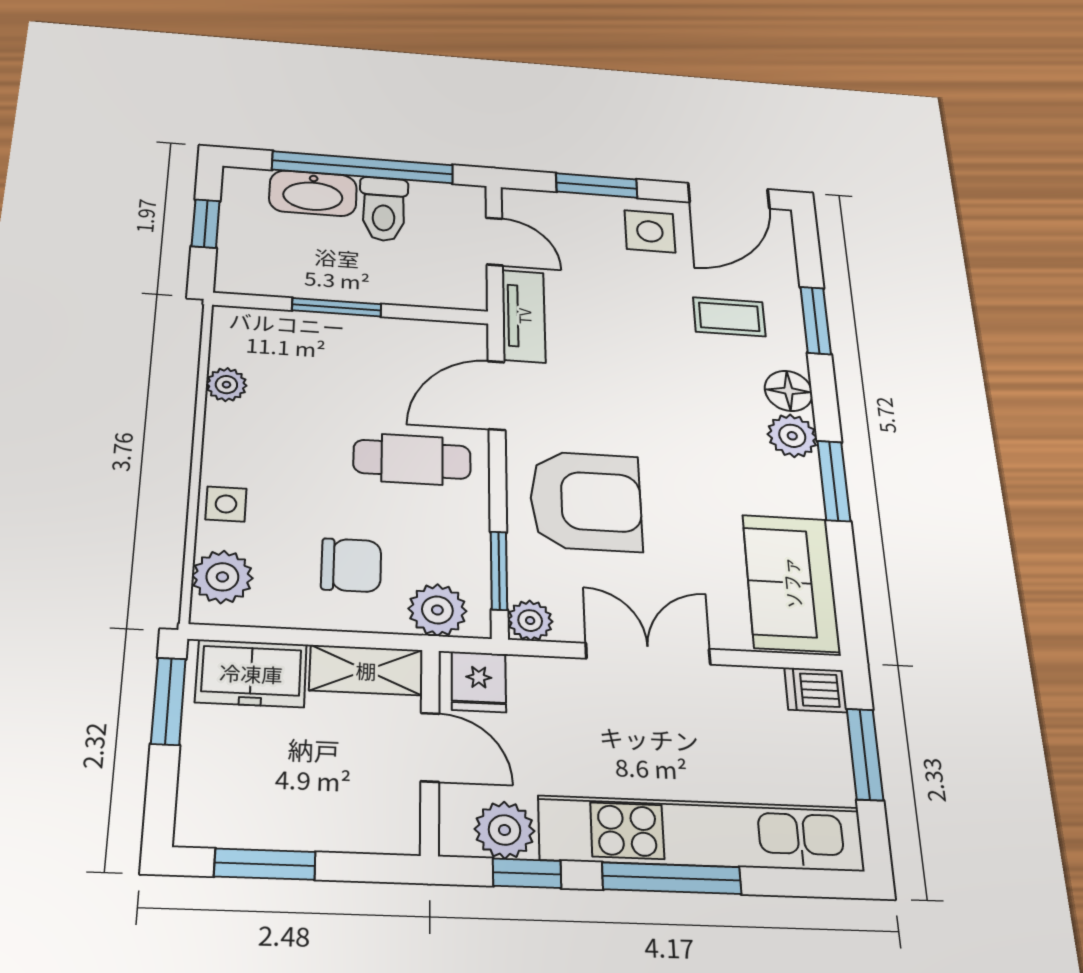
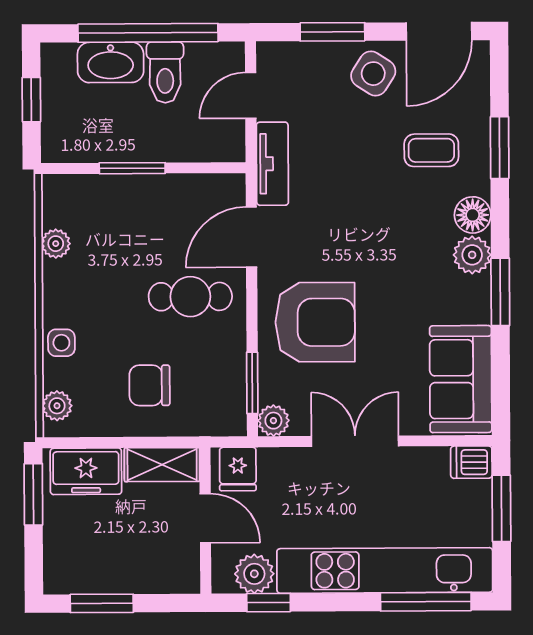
side table: (650, 231) -> (373, 74), turned 33
door: (494, 241) -> (251, 95), swing flipped
chair: (351, 565) -> (150, 385), turned 180
plant: (222, 577) -> (57, 406), width x0.73, depth x0.73
plant: (437, 610) -> (209, 416), removed
window: (672, 878) -> (426, 602), moved

